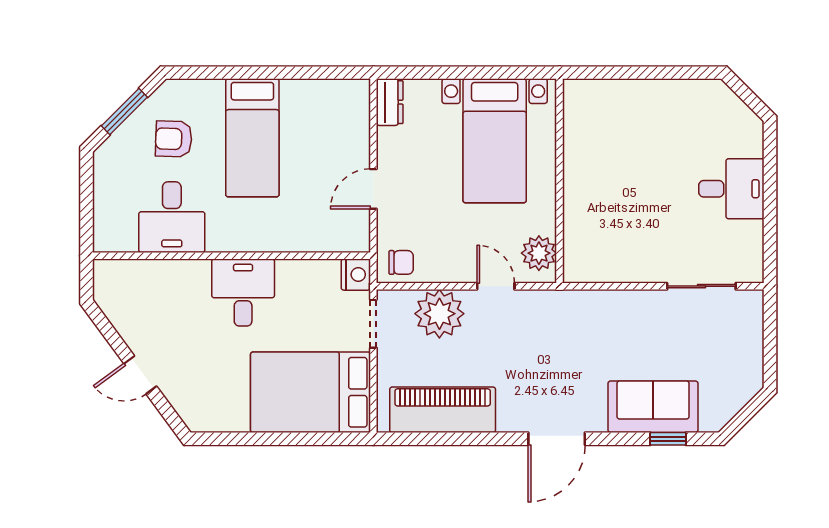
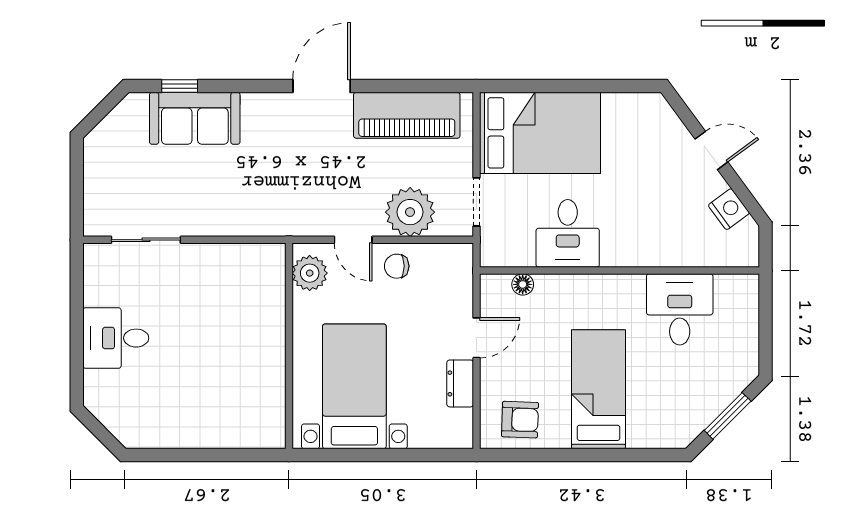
dresser: (390, 102) -> (460, 383), moved
armchair: (174, 139) -> (520, 420), moved
floor lamp: (328, 242) -> (523, 284), added
chair: (401, 262) -> (397, 266), moved
nightstand: (356, 275) -> (729, 209), moved, turned 144
desk: (243, 293) -> (568, 233), moved
door: (557, 439) -> (322, 86), moved

